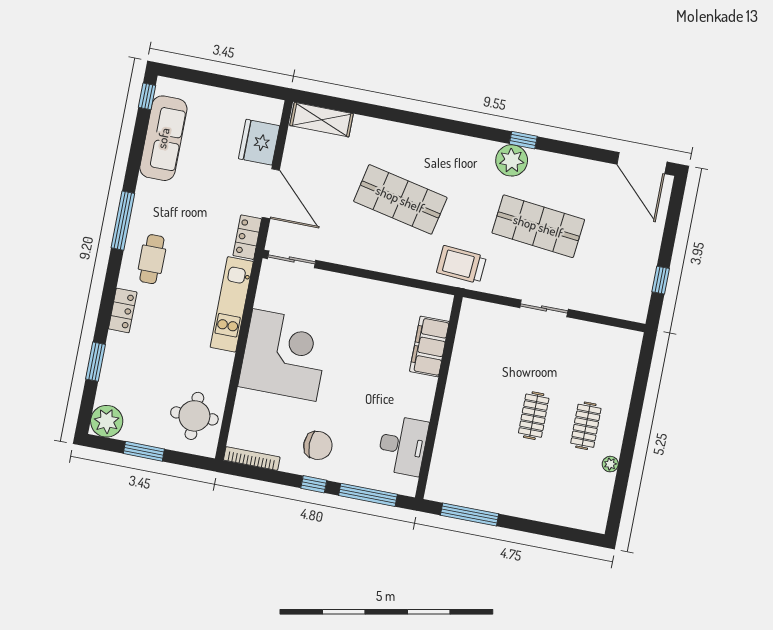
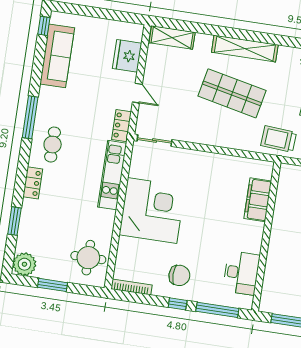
shelving: (420, 139) -> (245, 49), added
door: (271, 194) -> (137, 93), width x0.53

